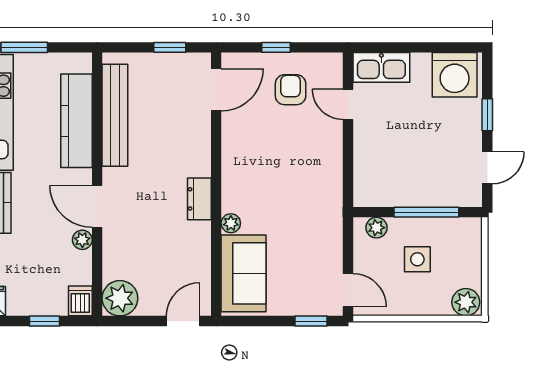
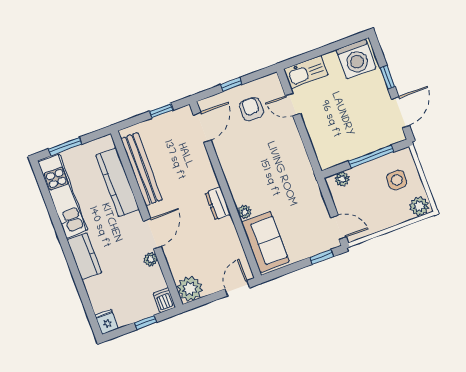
door: (487, 168) -> (401, 112), width x1.38
door: (97, 206) -> (152, 234), swing flipped
side table: (417, 259) -> (397, 180), moved

